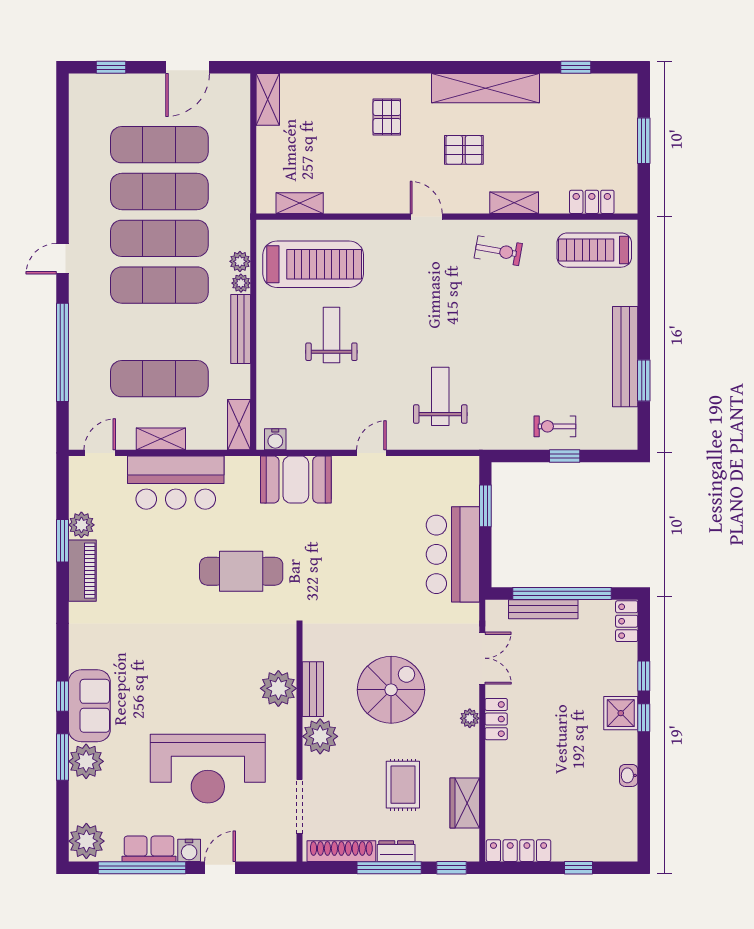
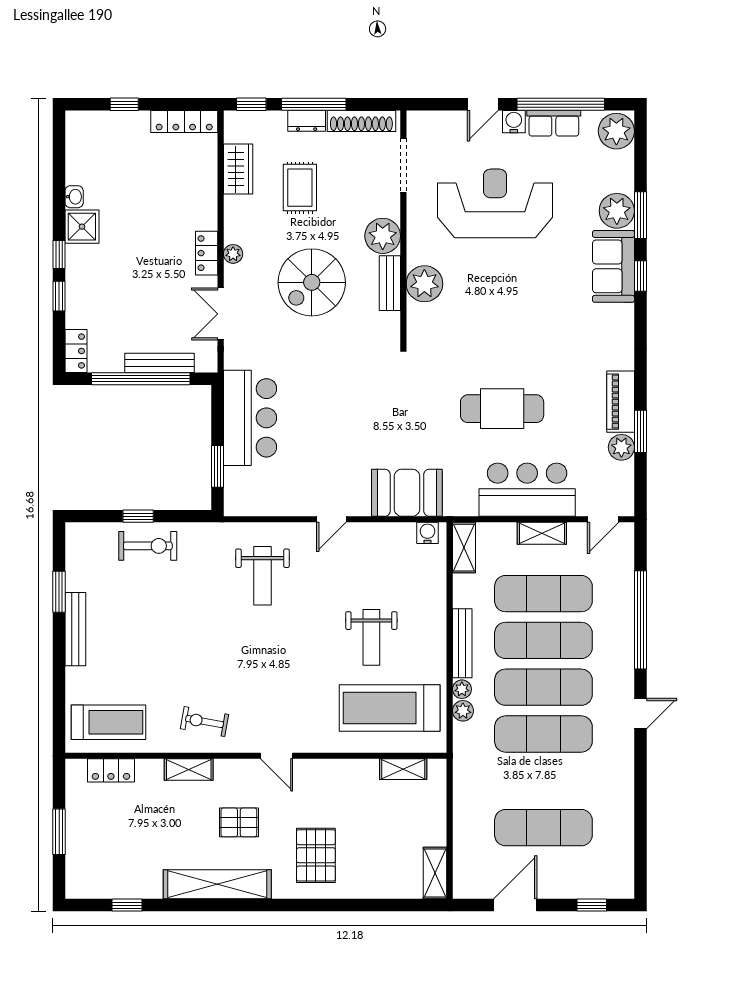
pallet: (387, 117) -> (316, 855), width x1.50, depth x1.42
exercise mat: (159, 191) -> (543, 640), moved
bench: (625, 357) -> (75, 629), width x0.73, depth x0.82
exercise bike: (555, 426) -> (148, 546), width x1.38, depth x1.39
cafe table: (241, 571) -> (502, 409), moved
shower: (621, 713) -> (82, 227), moved

